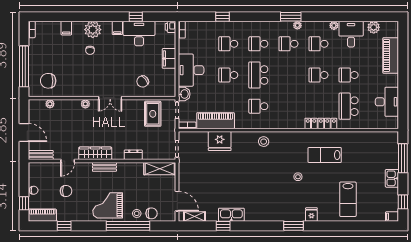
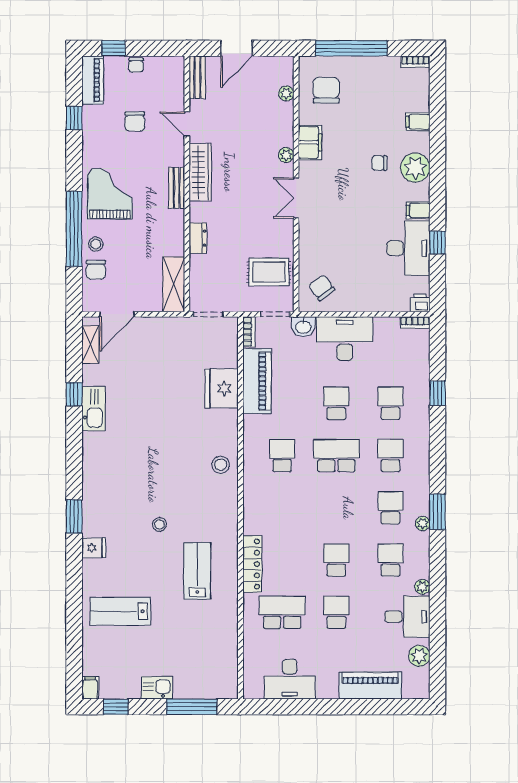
filing cabinet: (169, 58) -> (310, 142), moved, turned 90
chair: (143, 81) -> (322, 288), moved

